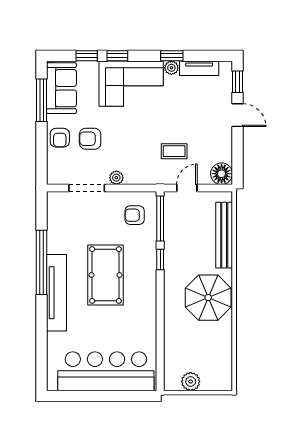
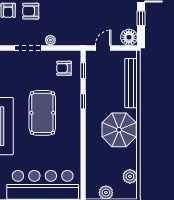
window: (238, 148) -> (141, 18), added
coffee table: (174, 151) -> (94, 20), removed
window: (160, 218) -> (83, 71), width x0.46
plant: (223, 360) -> (130, 176), added

